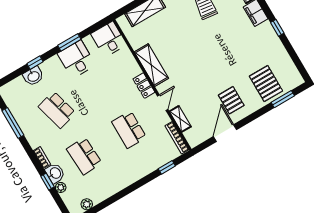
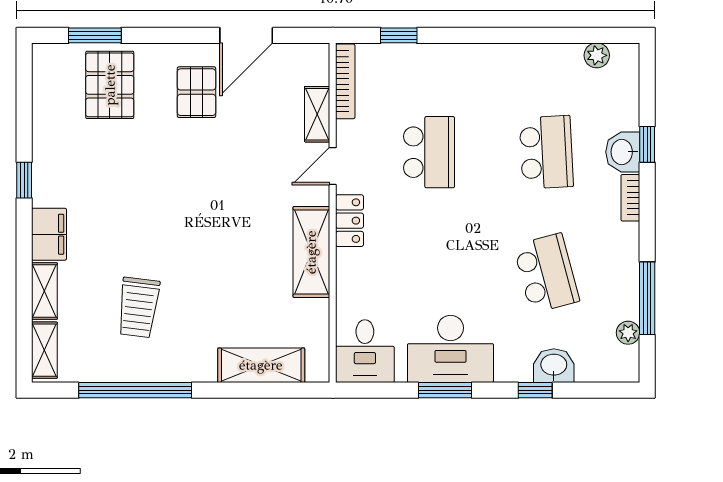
desk: (77, 59) -> (451, 349), width x1.37
plant: (61, 187) -> (628, 333), moved

